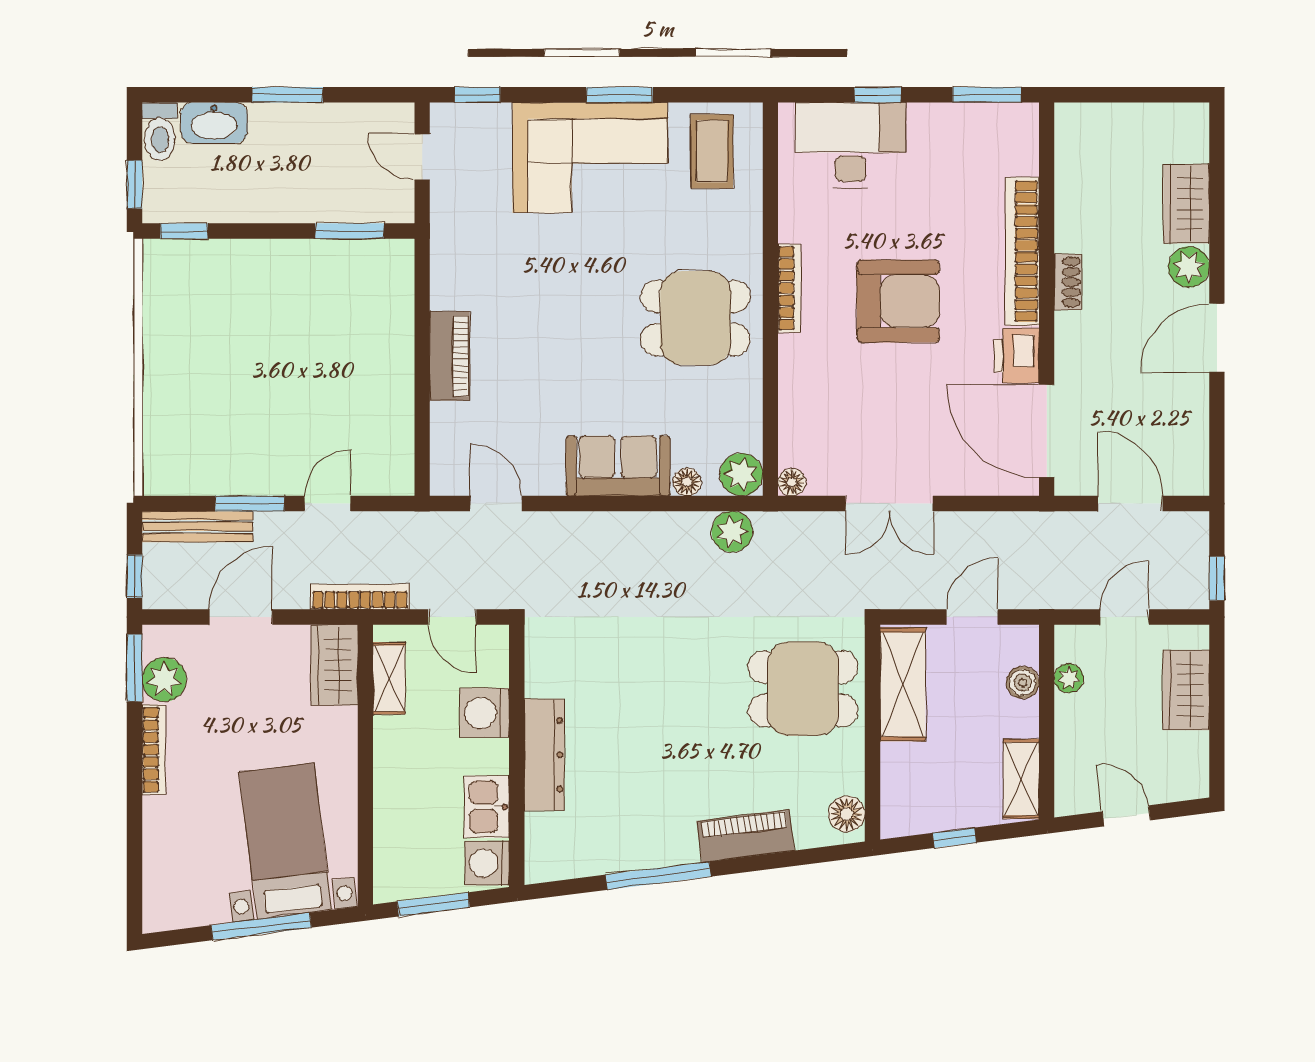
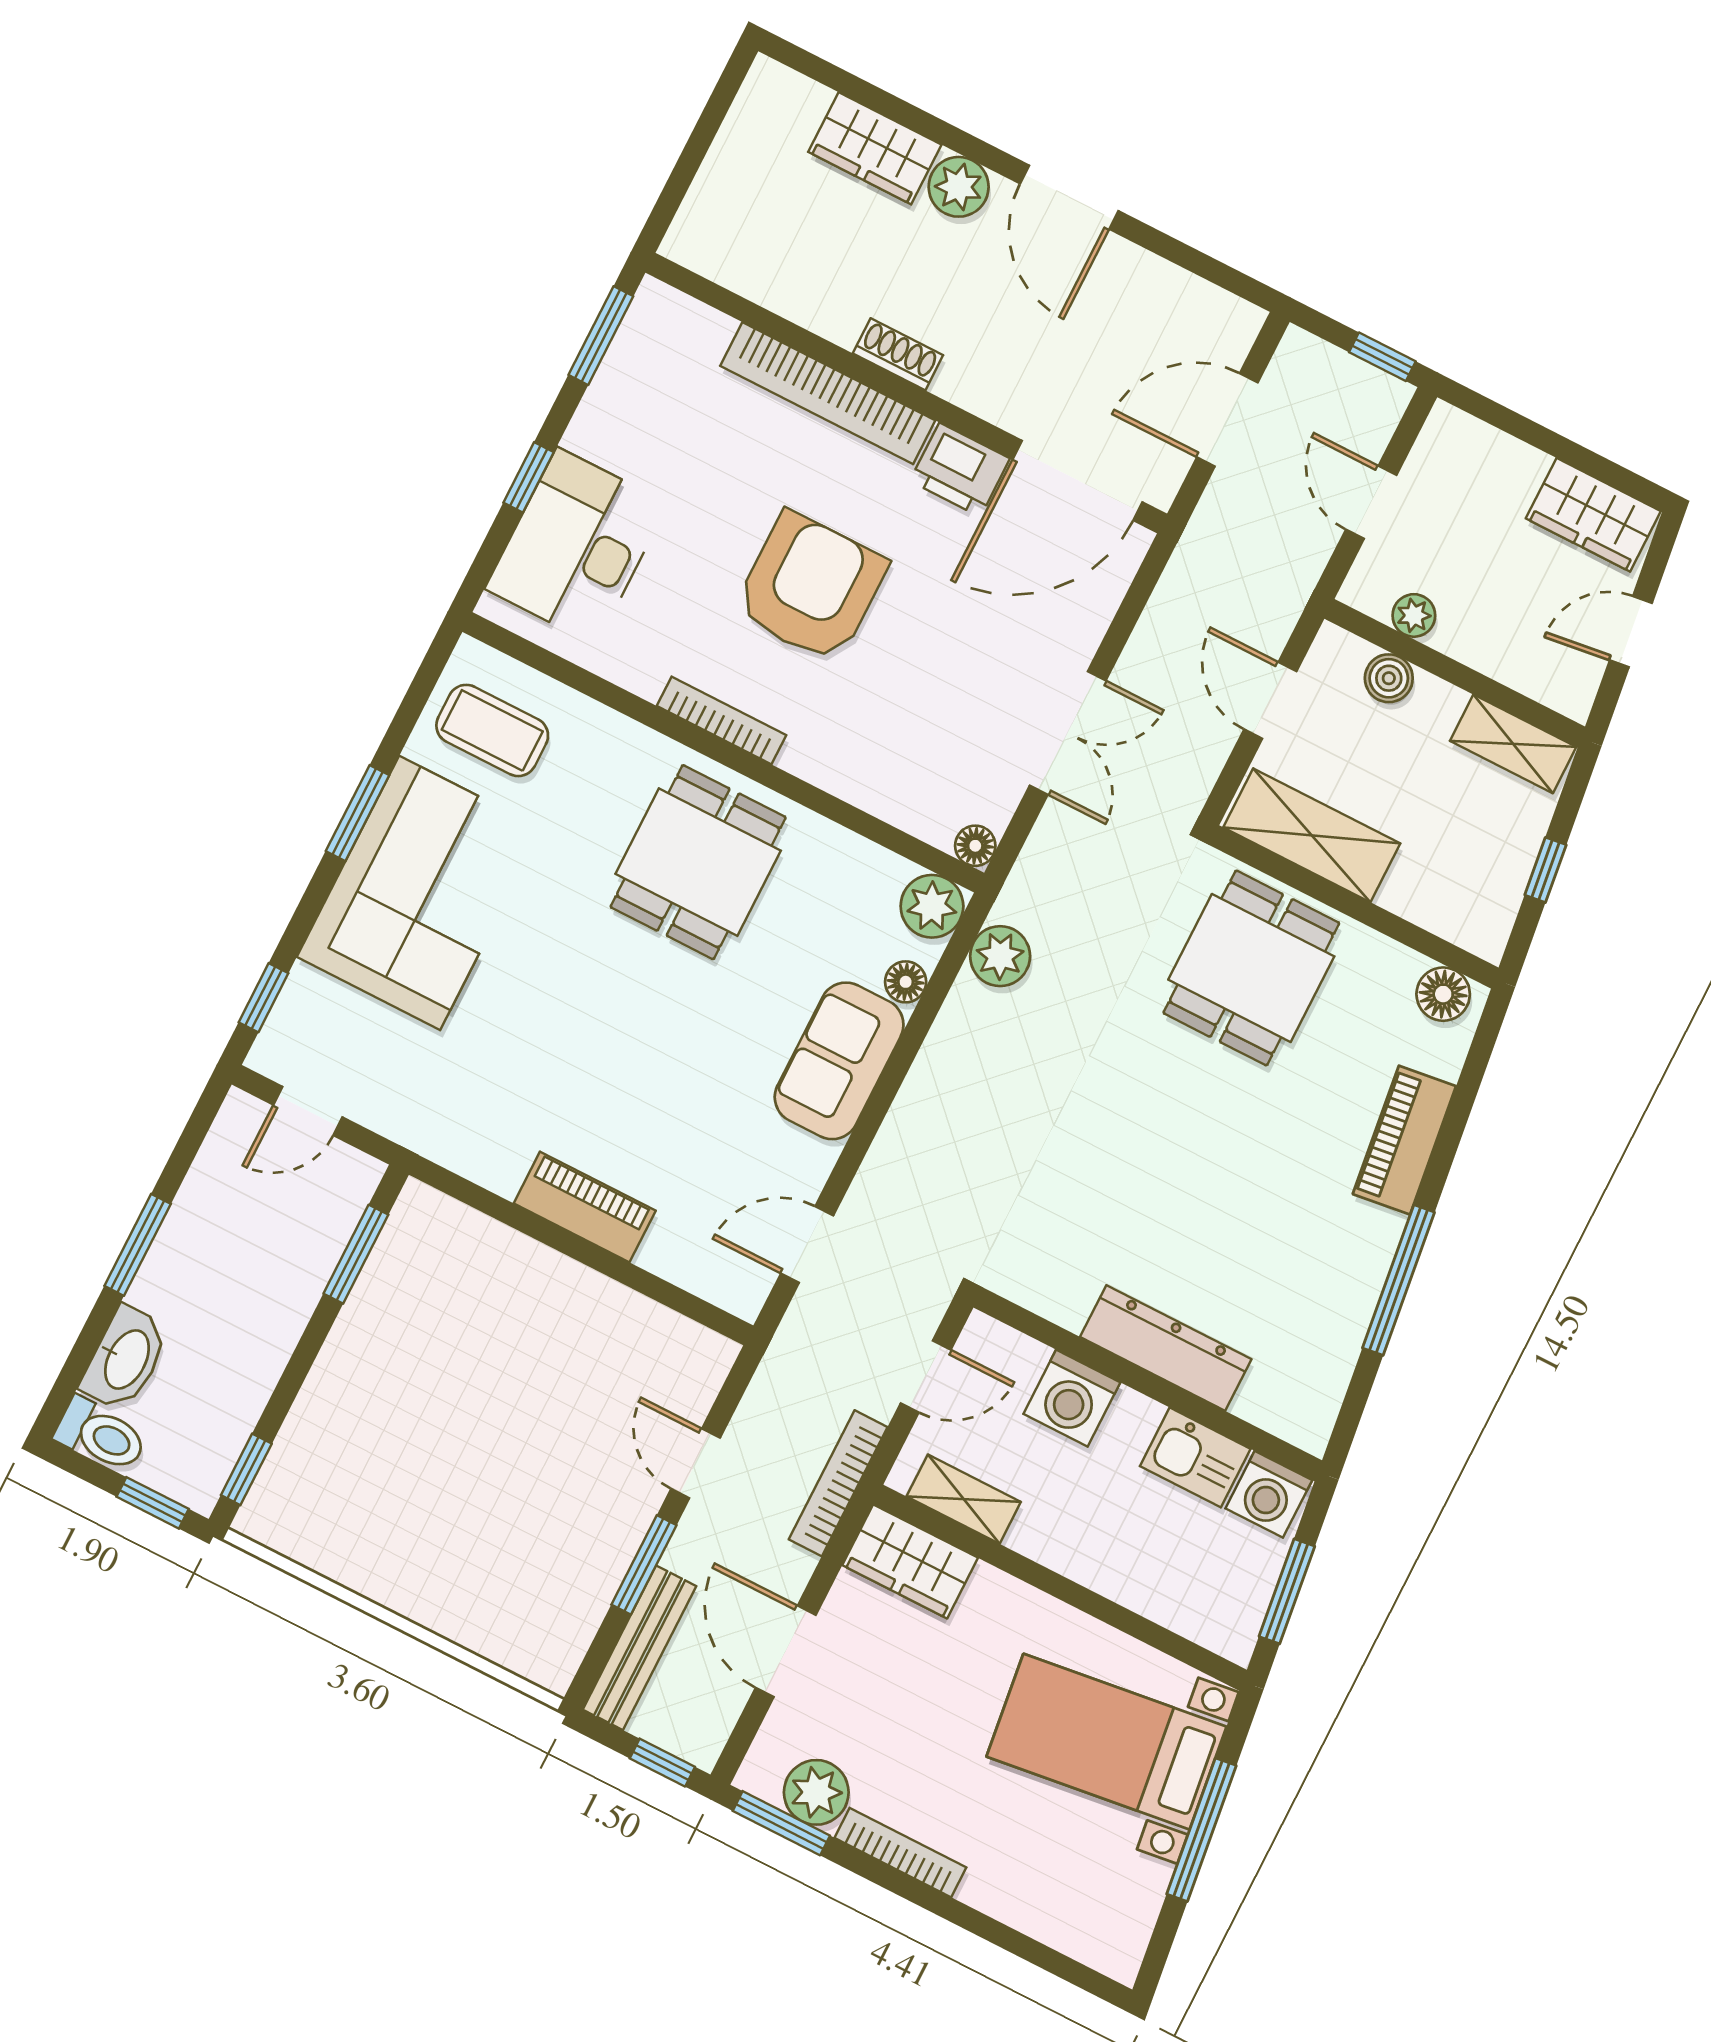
wardrobe: (1186, 690) -> (1593, 515), moved

